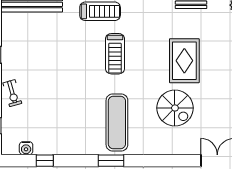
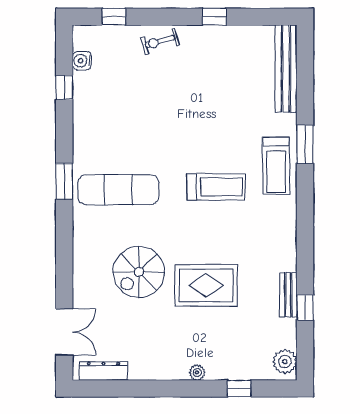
treadmill: (115, 54) -> (216, 187), turned 180

